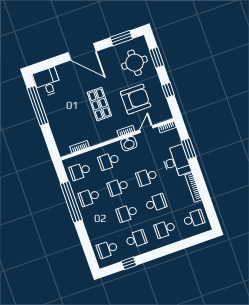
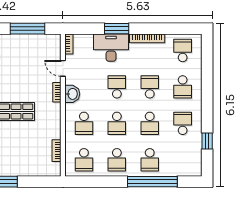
window: (168, 90) -> (28, 29), width x2.17
armchair: (136, 99) -> (25, 69), removed
window: (189, 149) -> (117, 29), moved
school desk: (147, 177) -> (117, 87), turned 180
window: (71, 202) -> (152, 182), moved
school desk: (107, 249) -> (150, 160), moved

